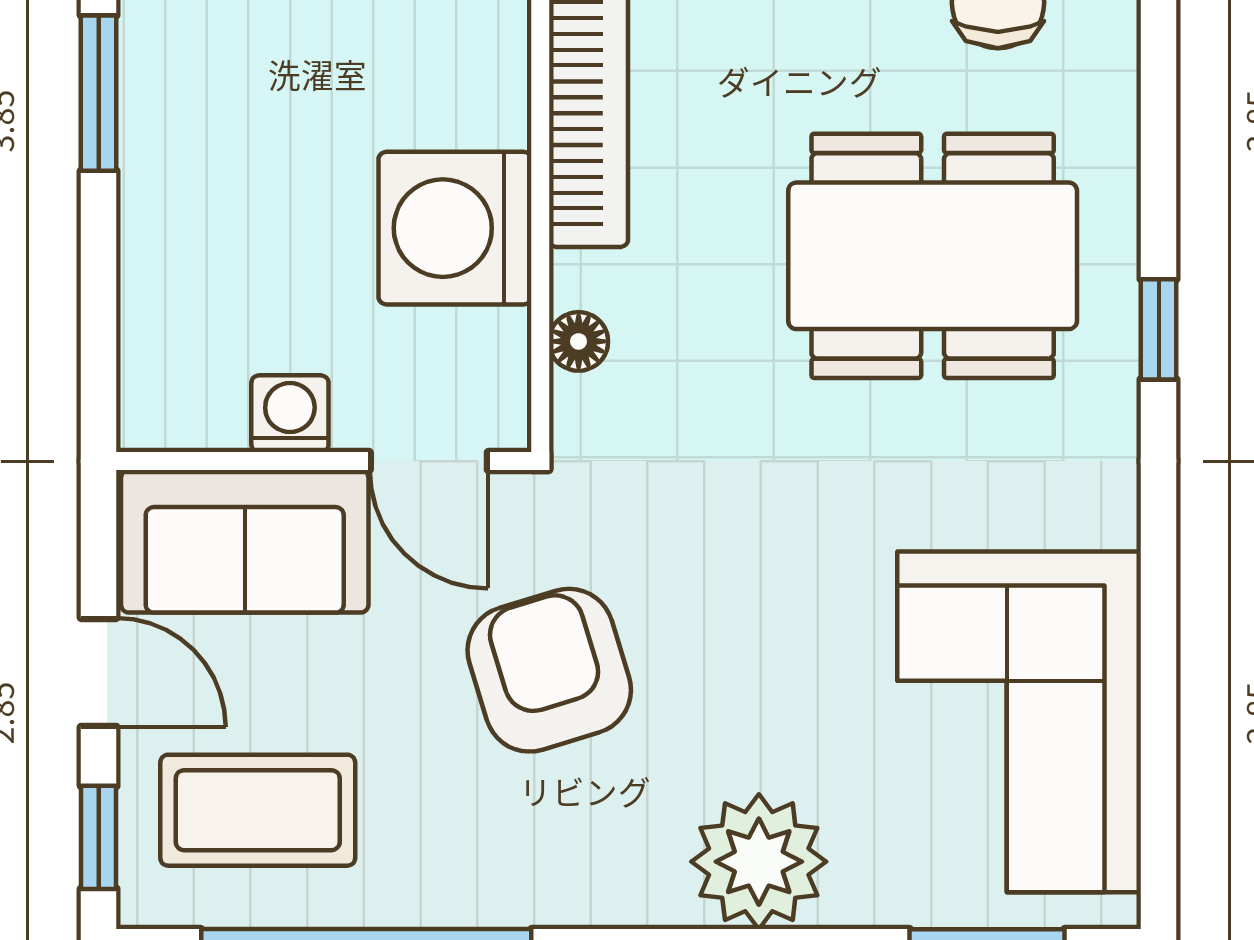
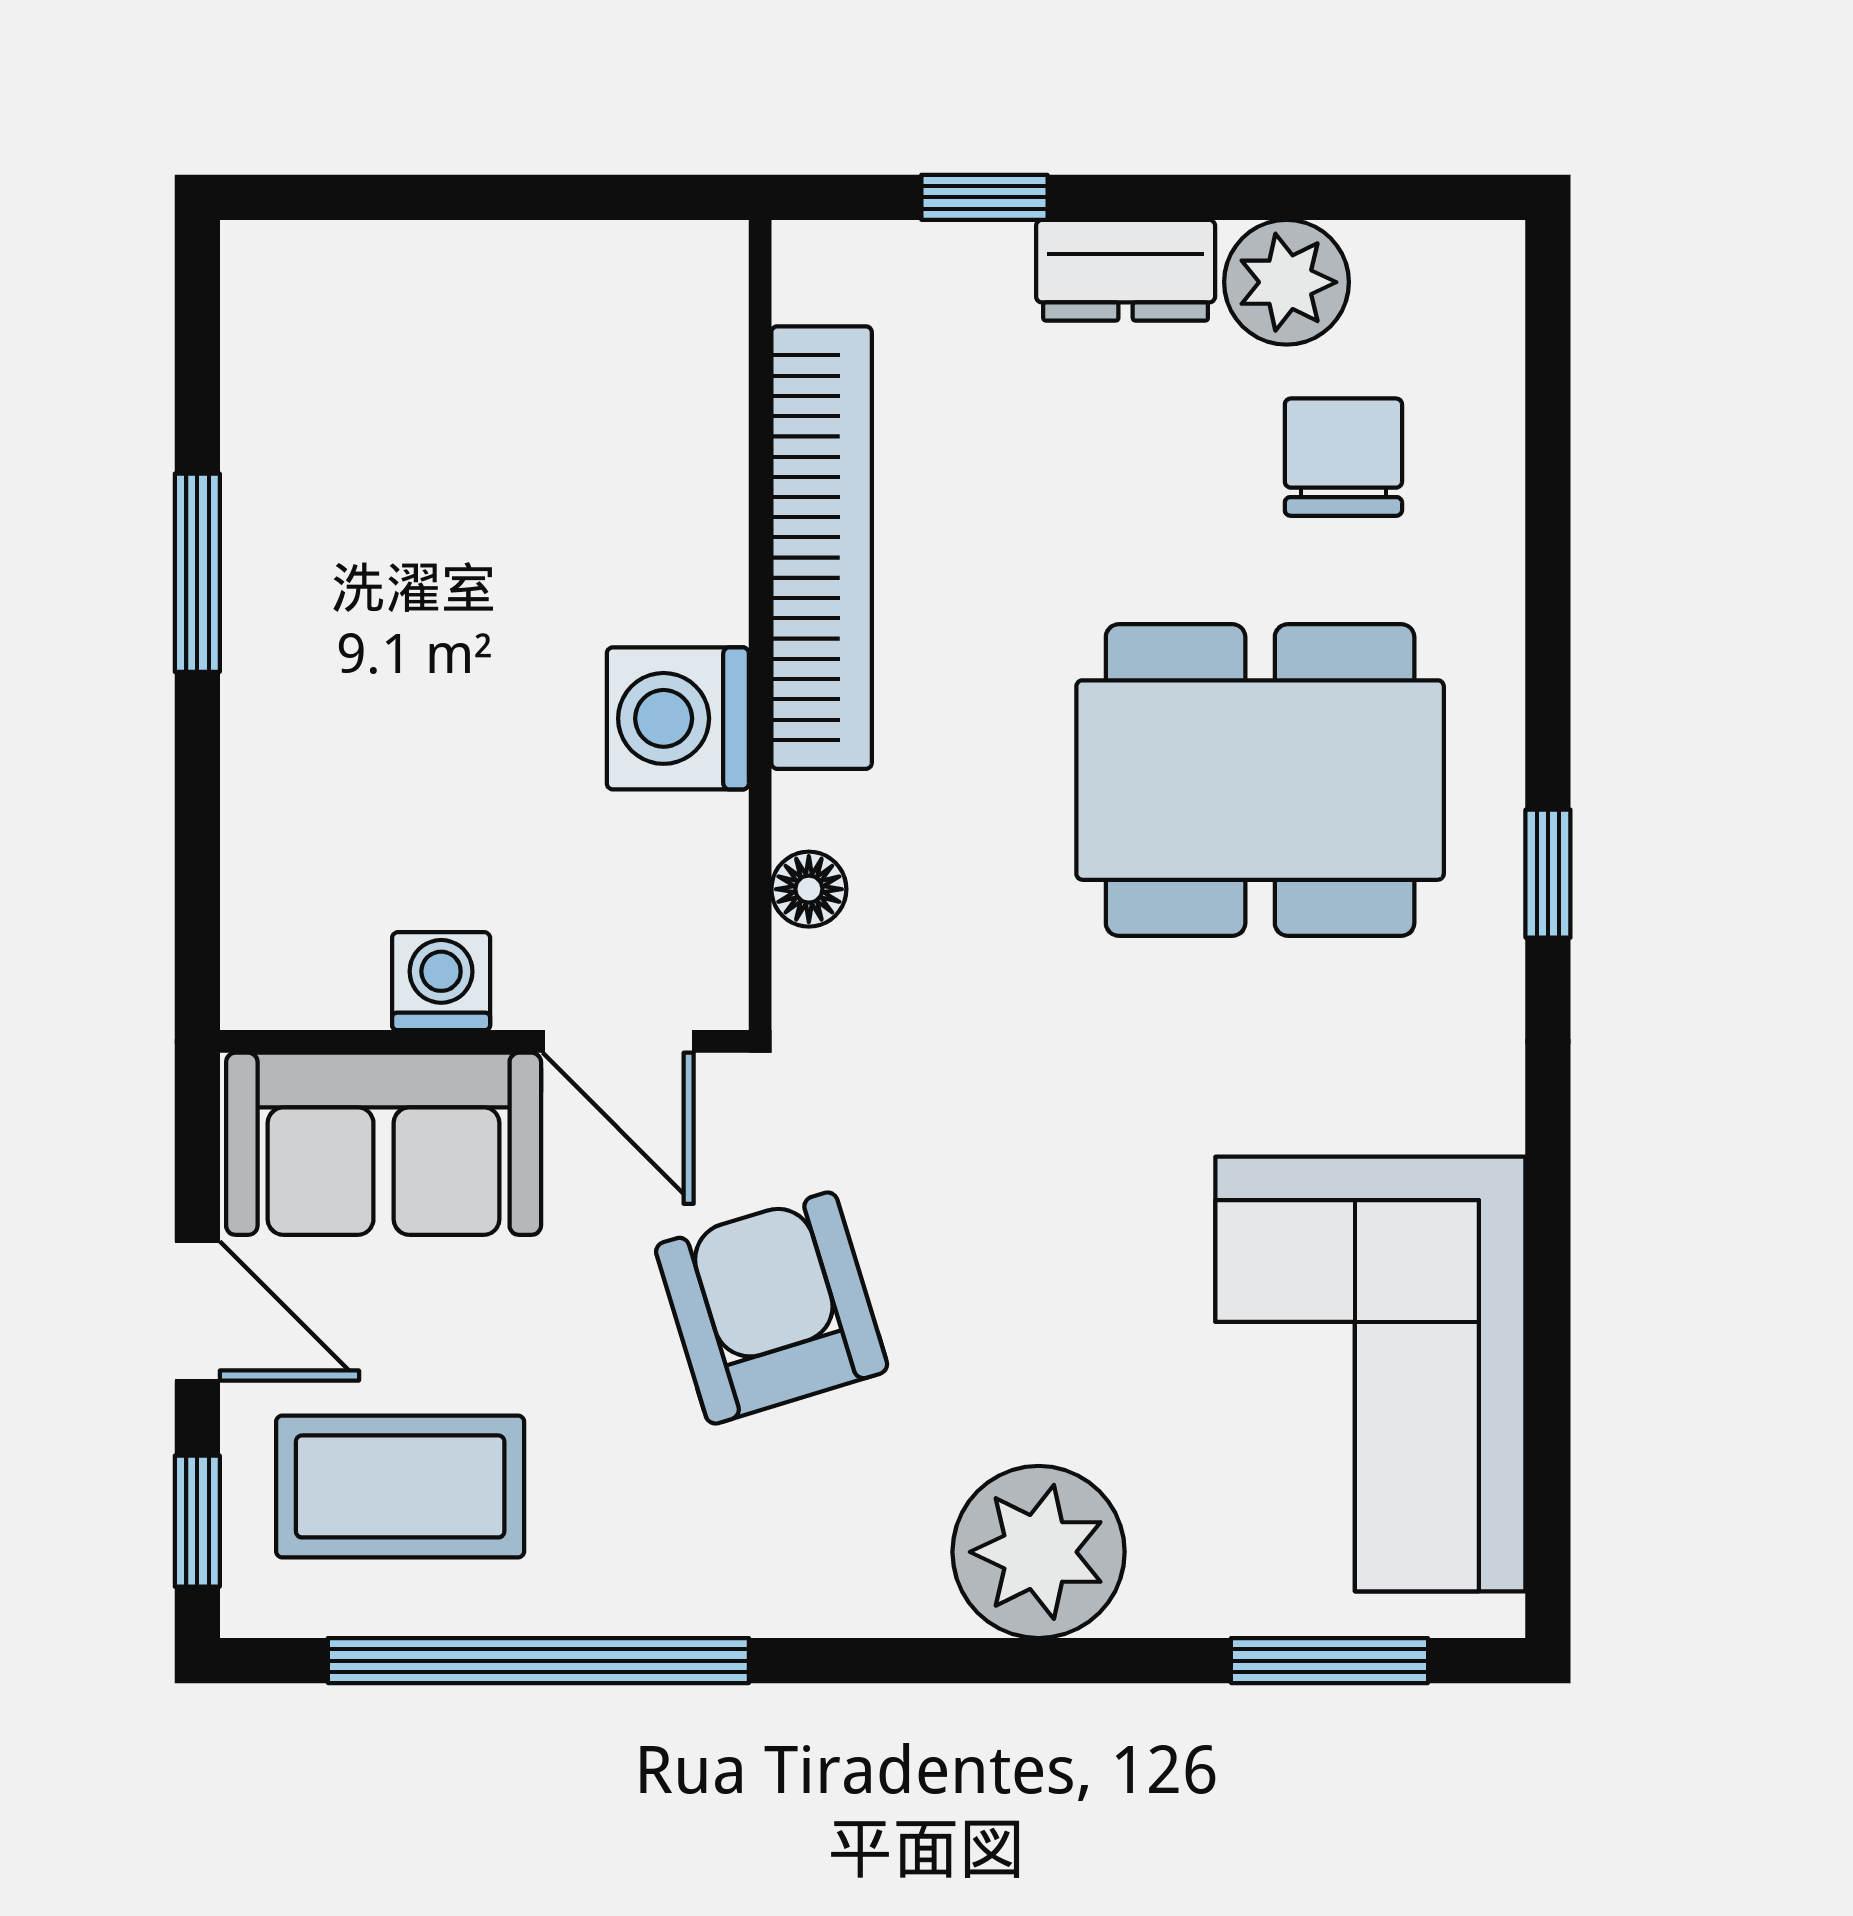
washing machine: (455, 228) -> (678, 718), width x0.73, depth x0.73

